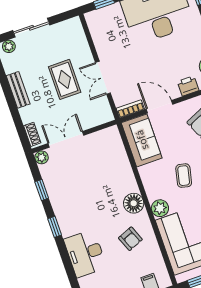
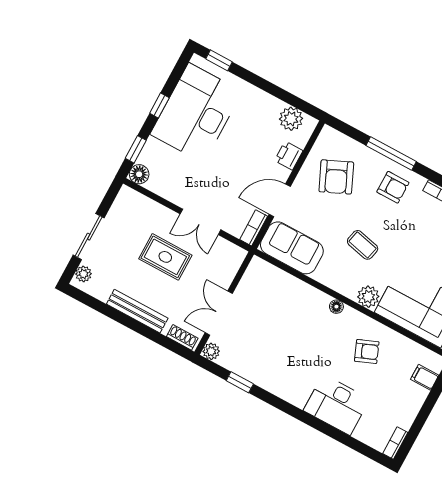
floor lamp: (93, 18) -> (139, 174), added
bench: (18, 90) -> (137, 311), width x1.36
floor lamp: (134, 203) -> (336, 307), width x0.53, depth x0.53
window: (55, 227) -> (284, 406), removed

